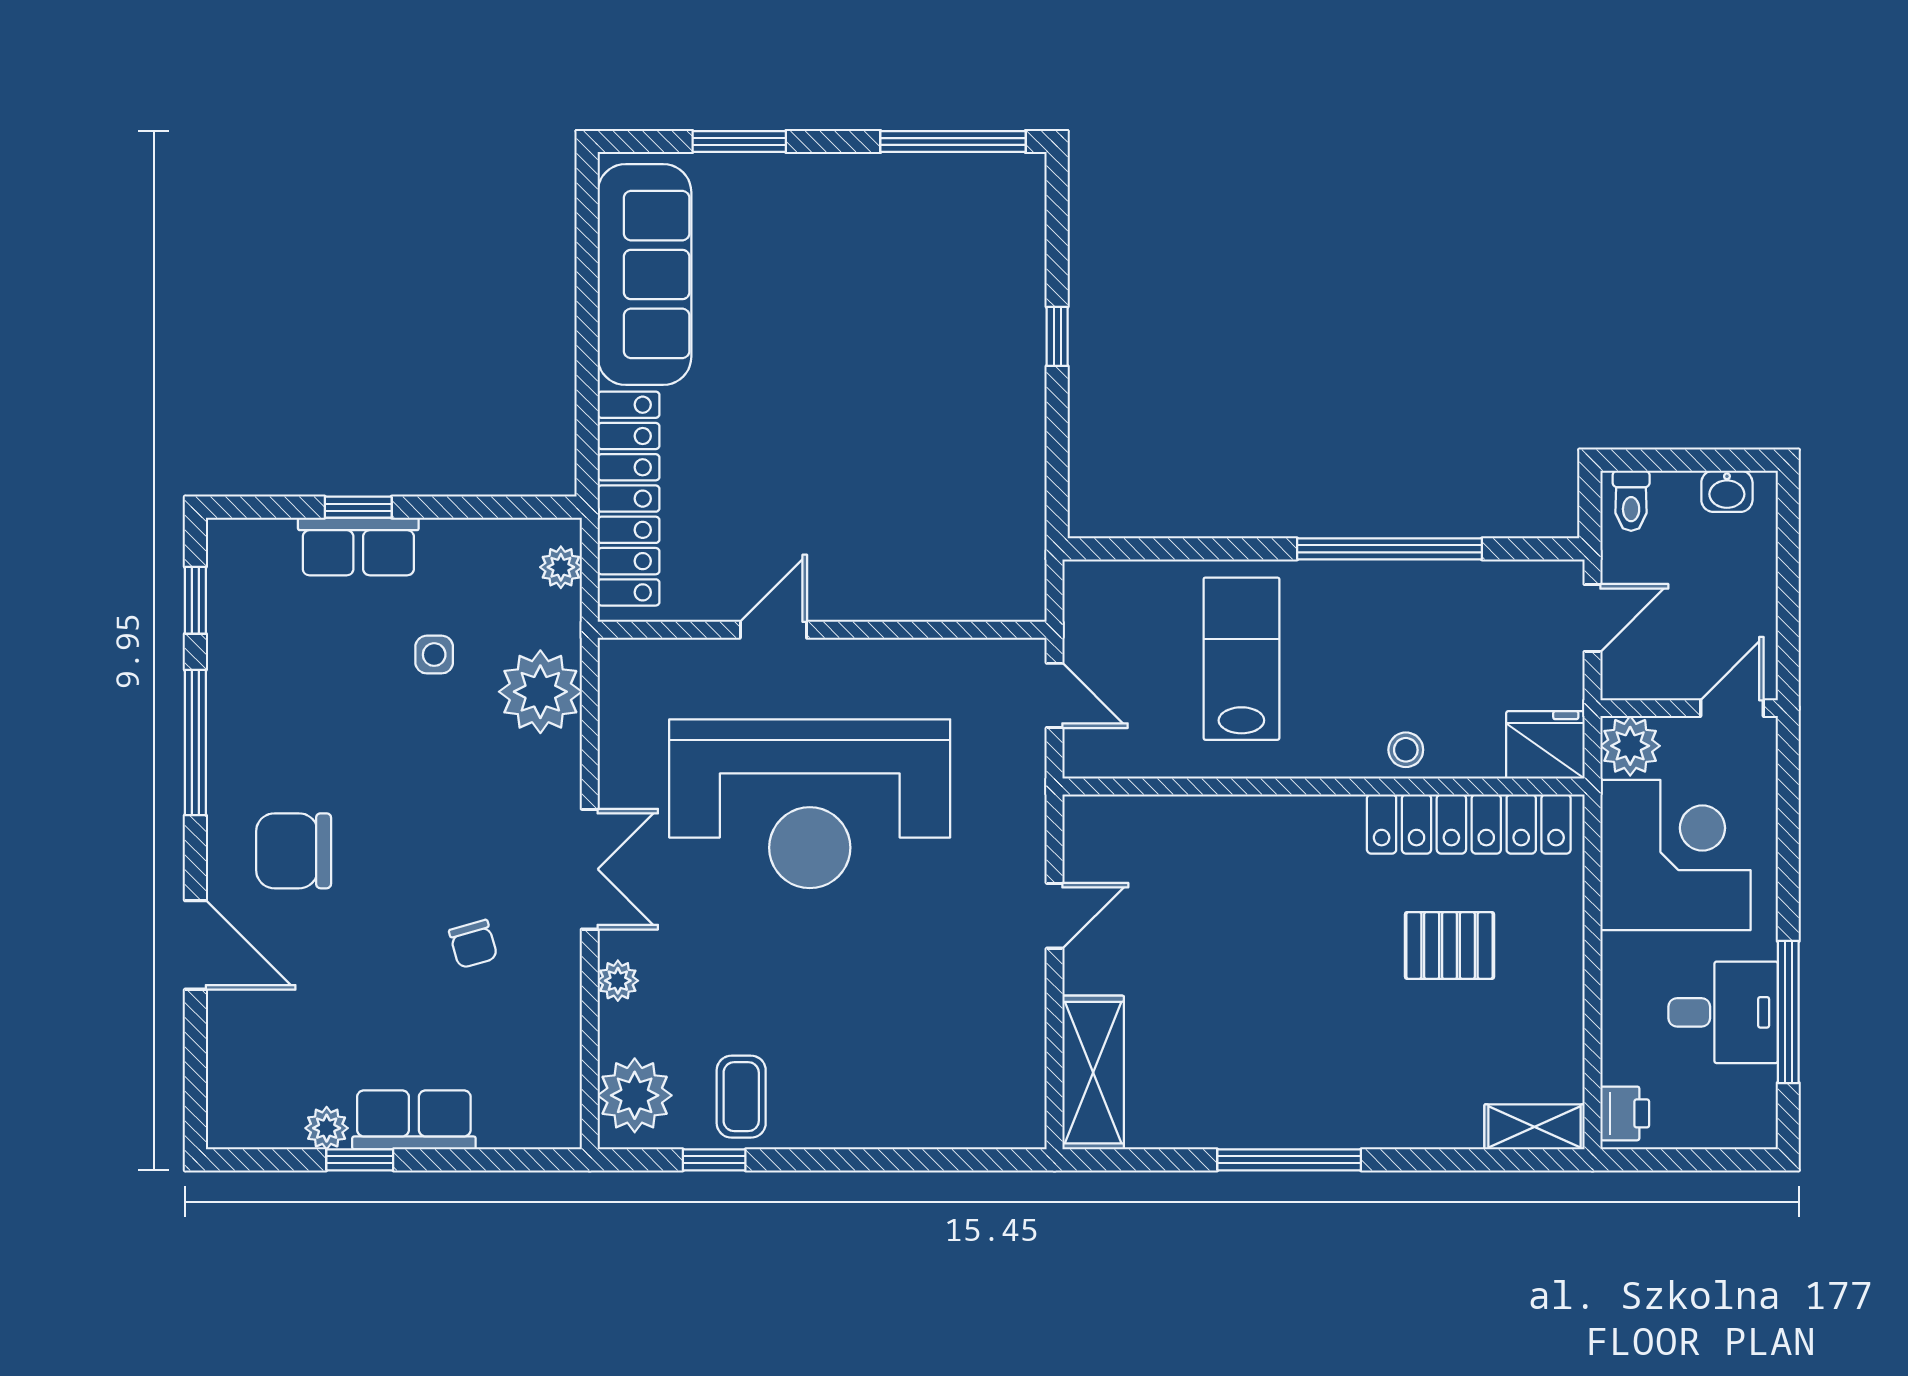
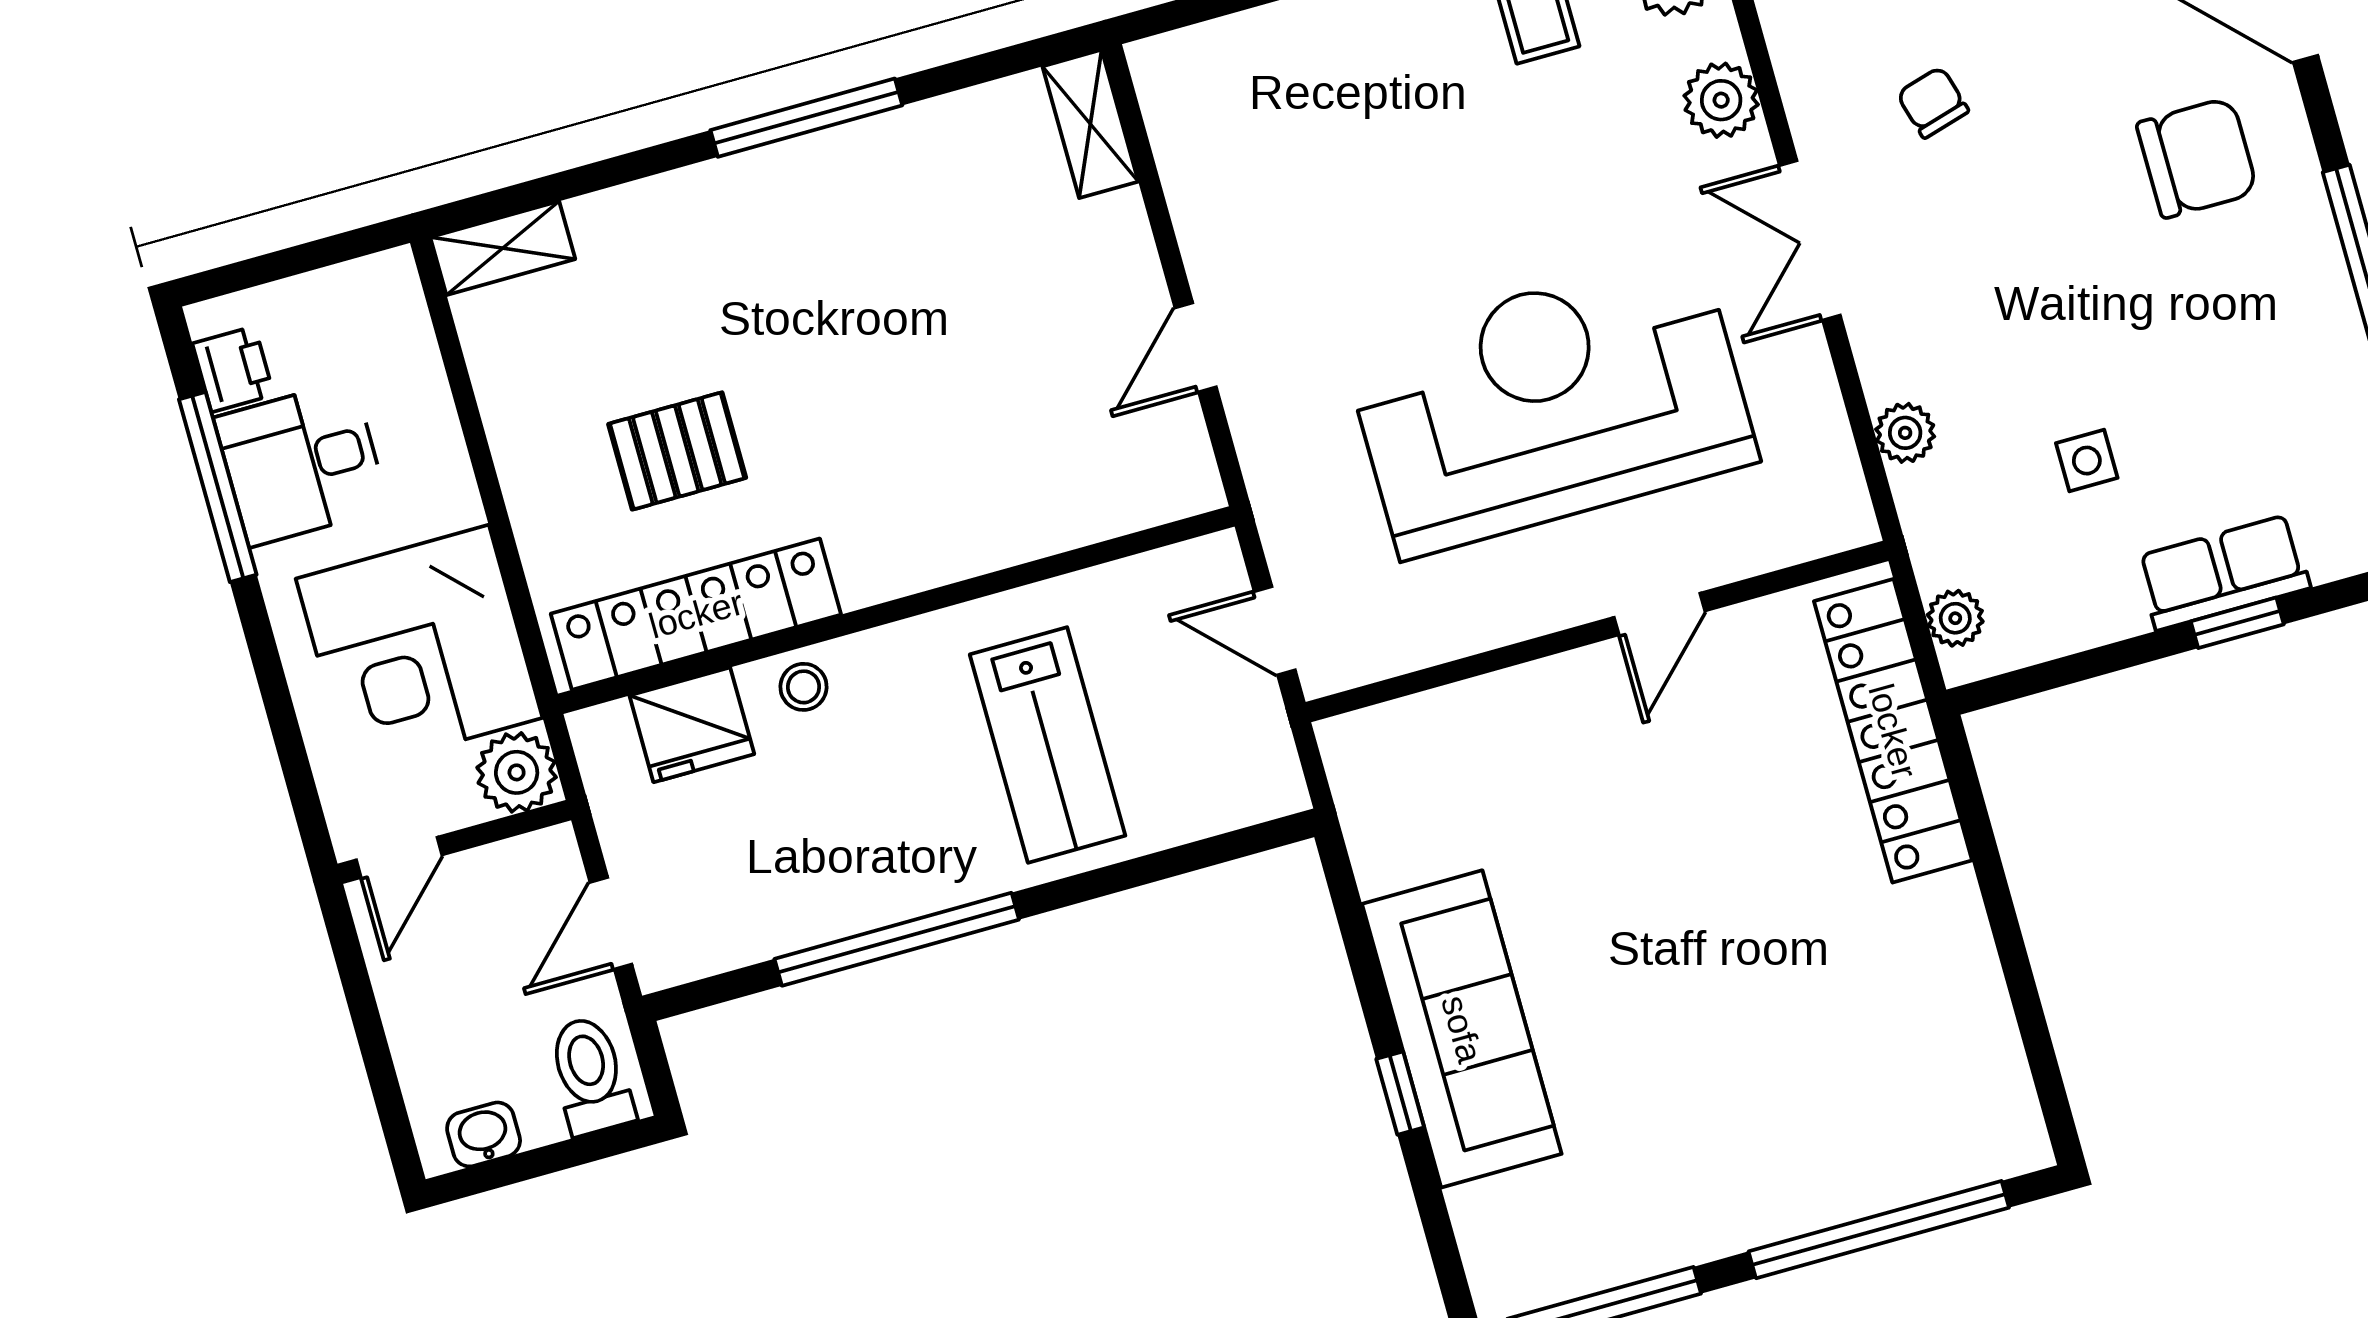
window: (739, 141) -> (1879, 1230), width x2.11
sofa: (644, 274) -> (1462, 1029), moved, turned 180
toilet: (1631, 501) -> (590, 1075), width x1.37, depth x1.39
plant: (540, 692) -> (1905, 433), width x0.53, depth x0.53
fridge: (1545, 745) -> (692, 725), moved
plant: (618, 981) -> (1721, 100), width x1.38, depth x1.38
shelving: (1093, 1073) -> (1090, 124), width x0.67, depth x0.75
printer: (1625, 1113) -> (233, 369), moved, turned 180

